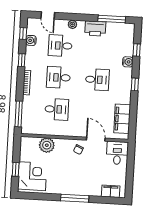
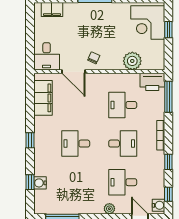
printer: (95, 29) -> (152, 82), moved, turned 180
water cooler: (31, 40) -> (159, 205), moved
desk: (60, 46) -> (123, 182), turned 180
water cooler: (128, 62) -> (40, 183), moved

